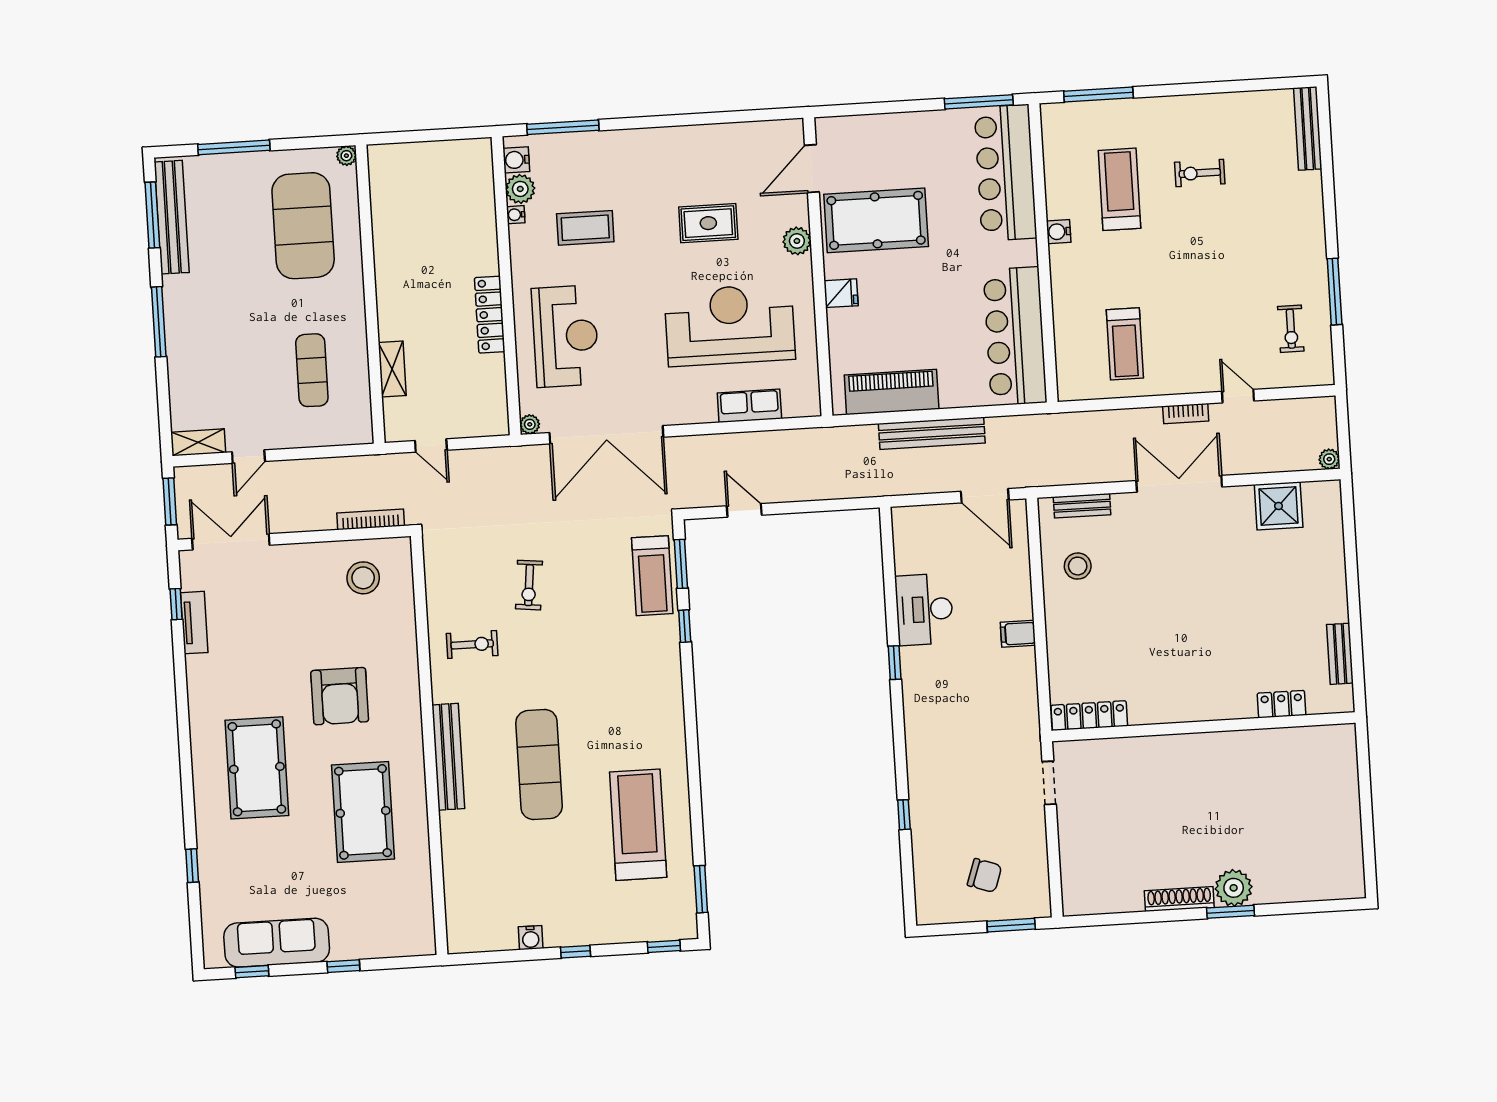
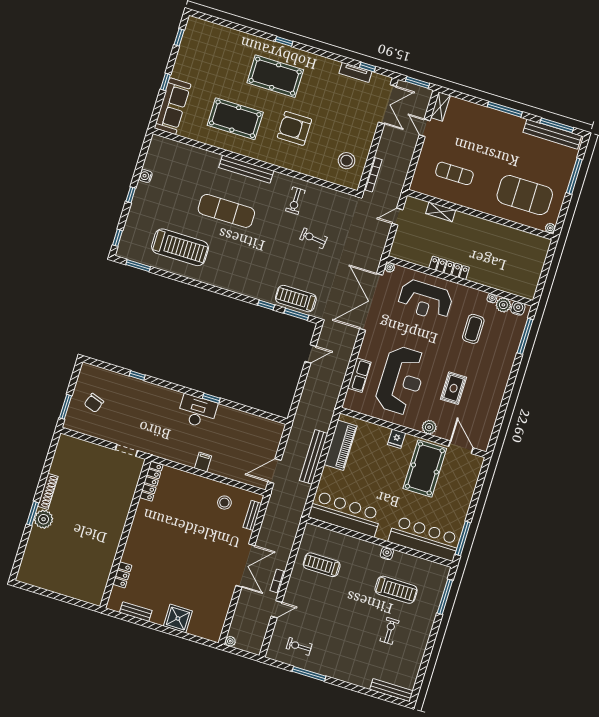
shower: (1279, 506) -> (178, 618), moved
desk: (924, 609) -> (197, 411), moved
window: (192, 866) -> (284, 41), moved
sofa: (277, 943) -> (173, 106), moved

